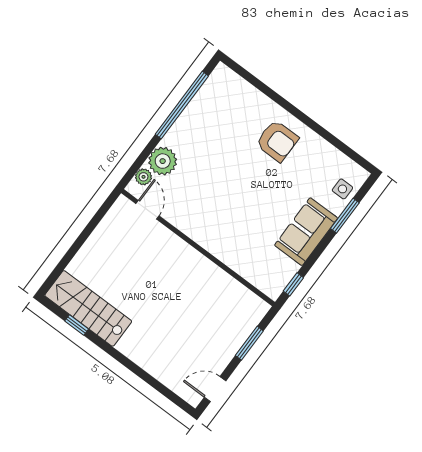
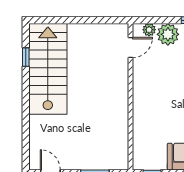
stairs: (88, 308) -> (48, 69), width x1.36, depth x1.51

